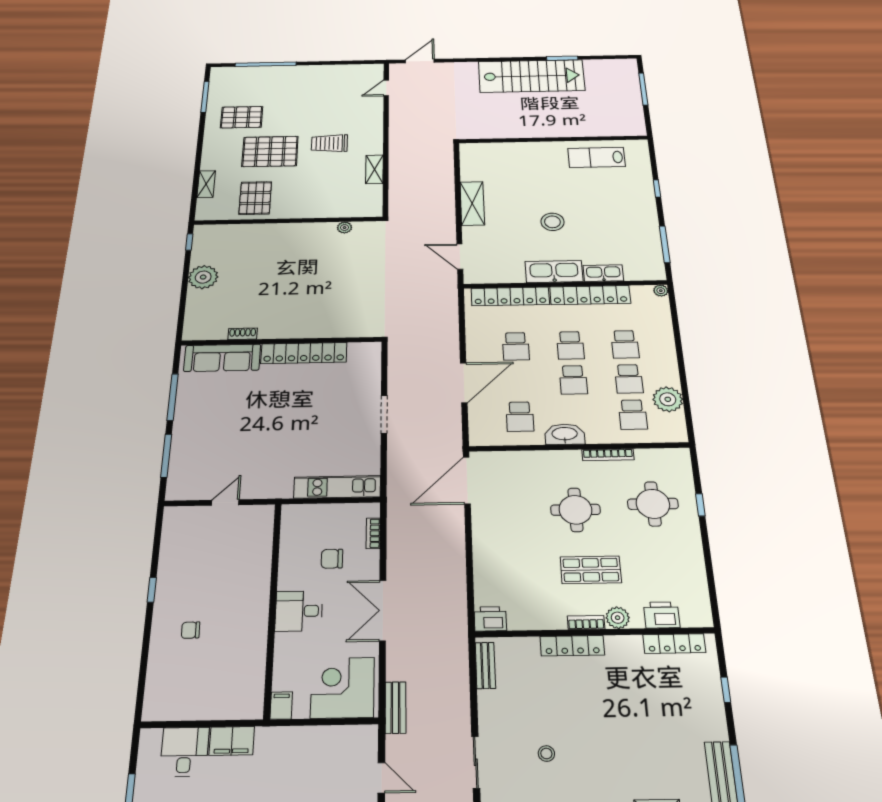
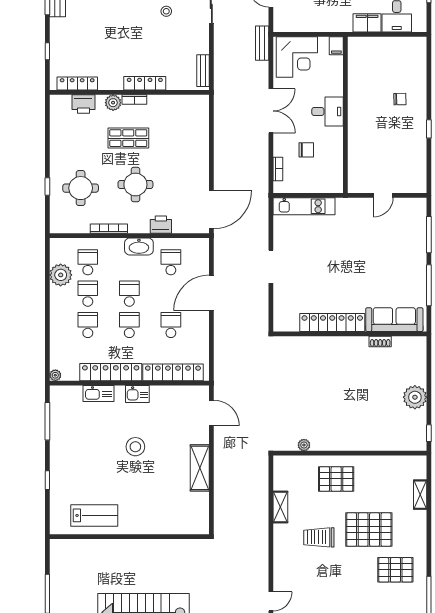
trolley: (329, 143) -> (319, 537), turned 180
pallet: (255, 198) -> (336, 479), moved, turned 90
kitchen sink: (554, 272) -> (137, 394), width x0.53, depth x0.81
printer: (490, 619) -> (161, 225), moved, turned 180

